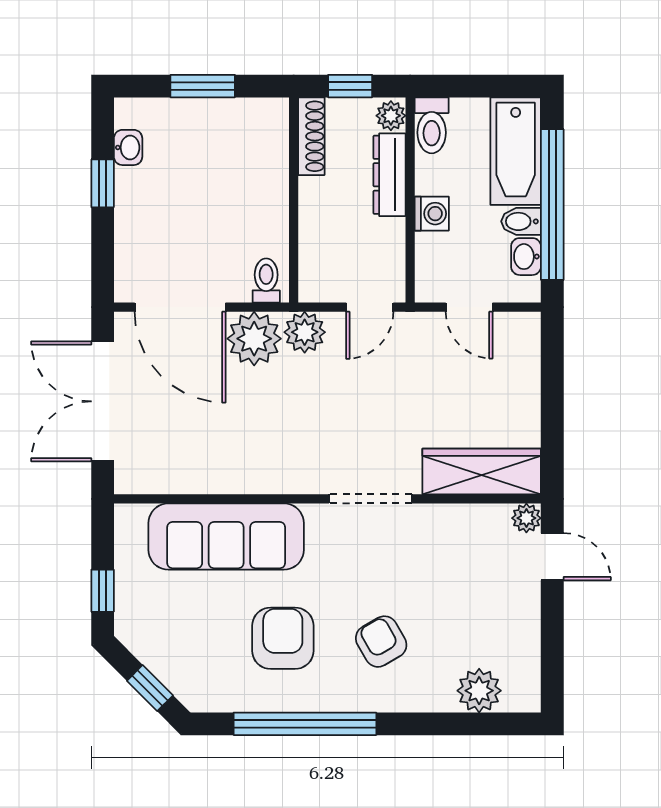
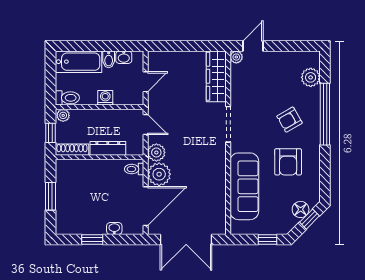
washbasin: (128, 147) -> (114, 228), moved
dresser: (389, 175) -> (108, 148), moved, turned 180
window: (552, 205) -> (101, 46), removed
armchair: (283, 638) -> (288, 162), turned -90
floor lamp: (172, 667) -> (301, 209), added
window: (305, 724) -> (325, 114), moved

